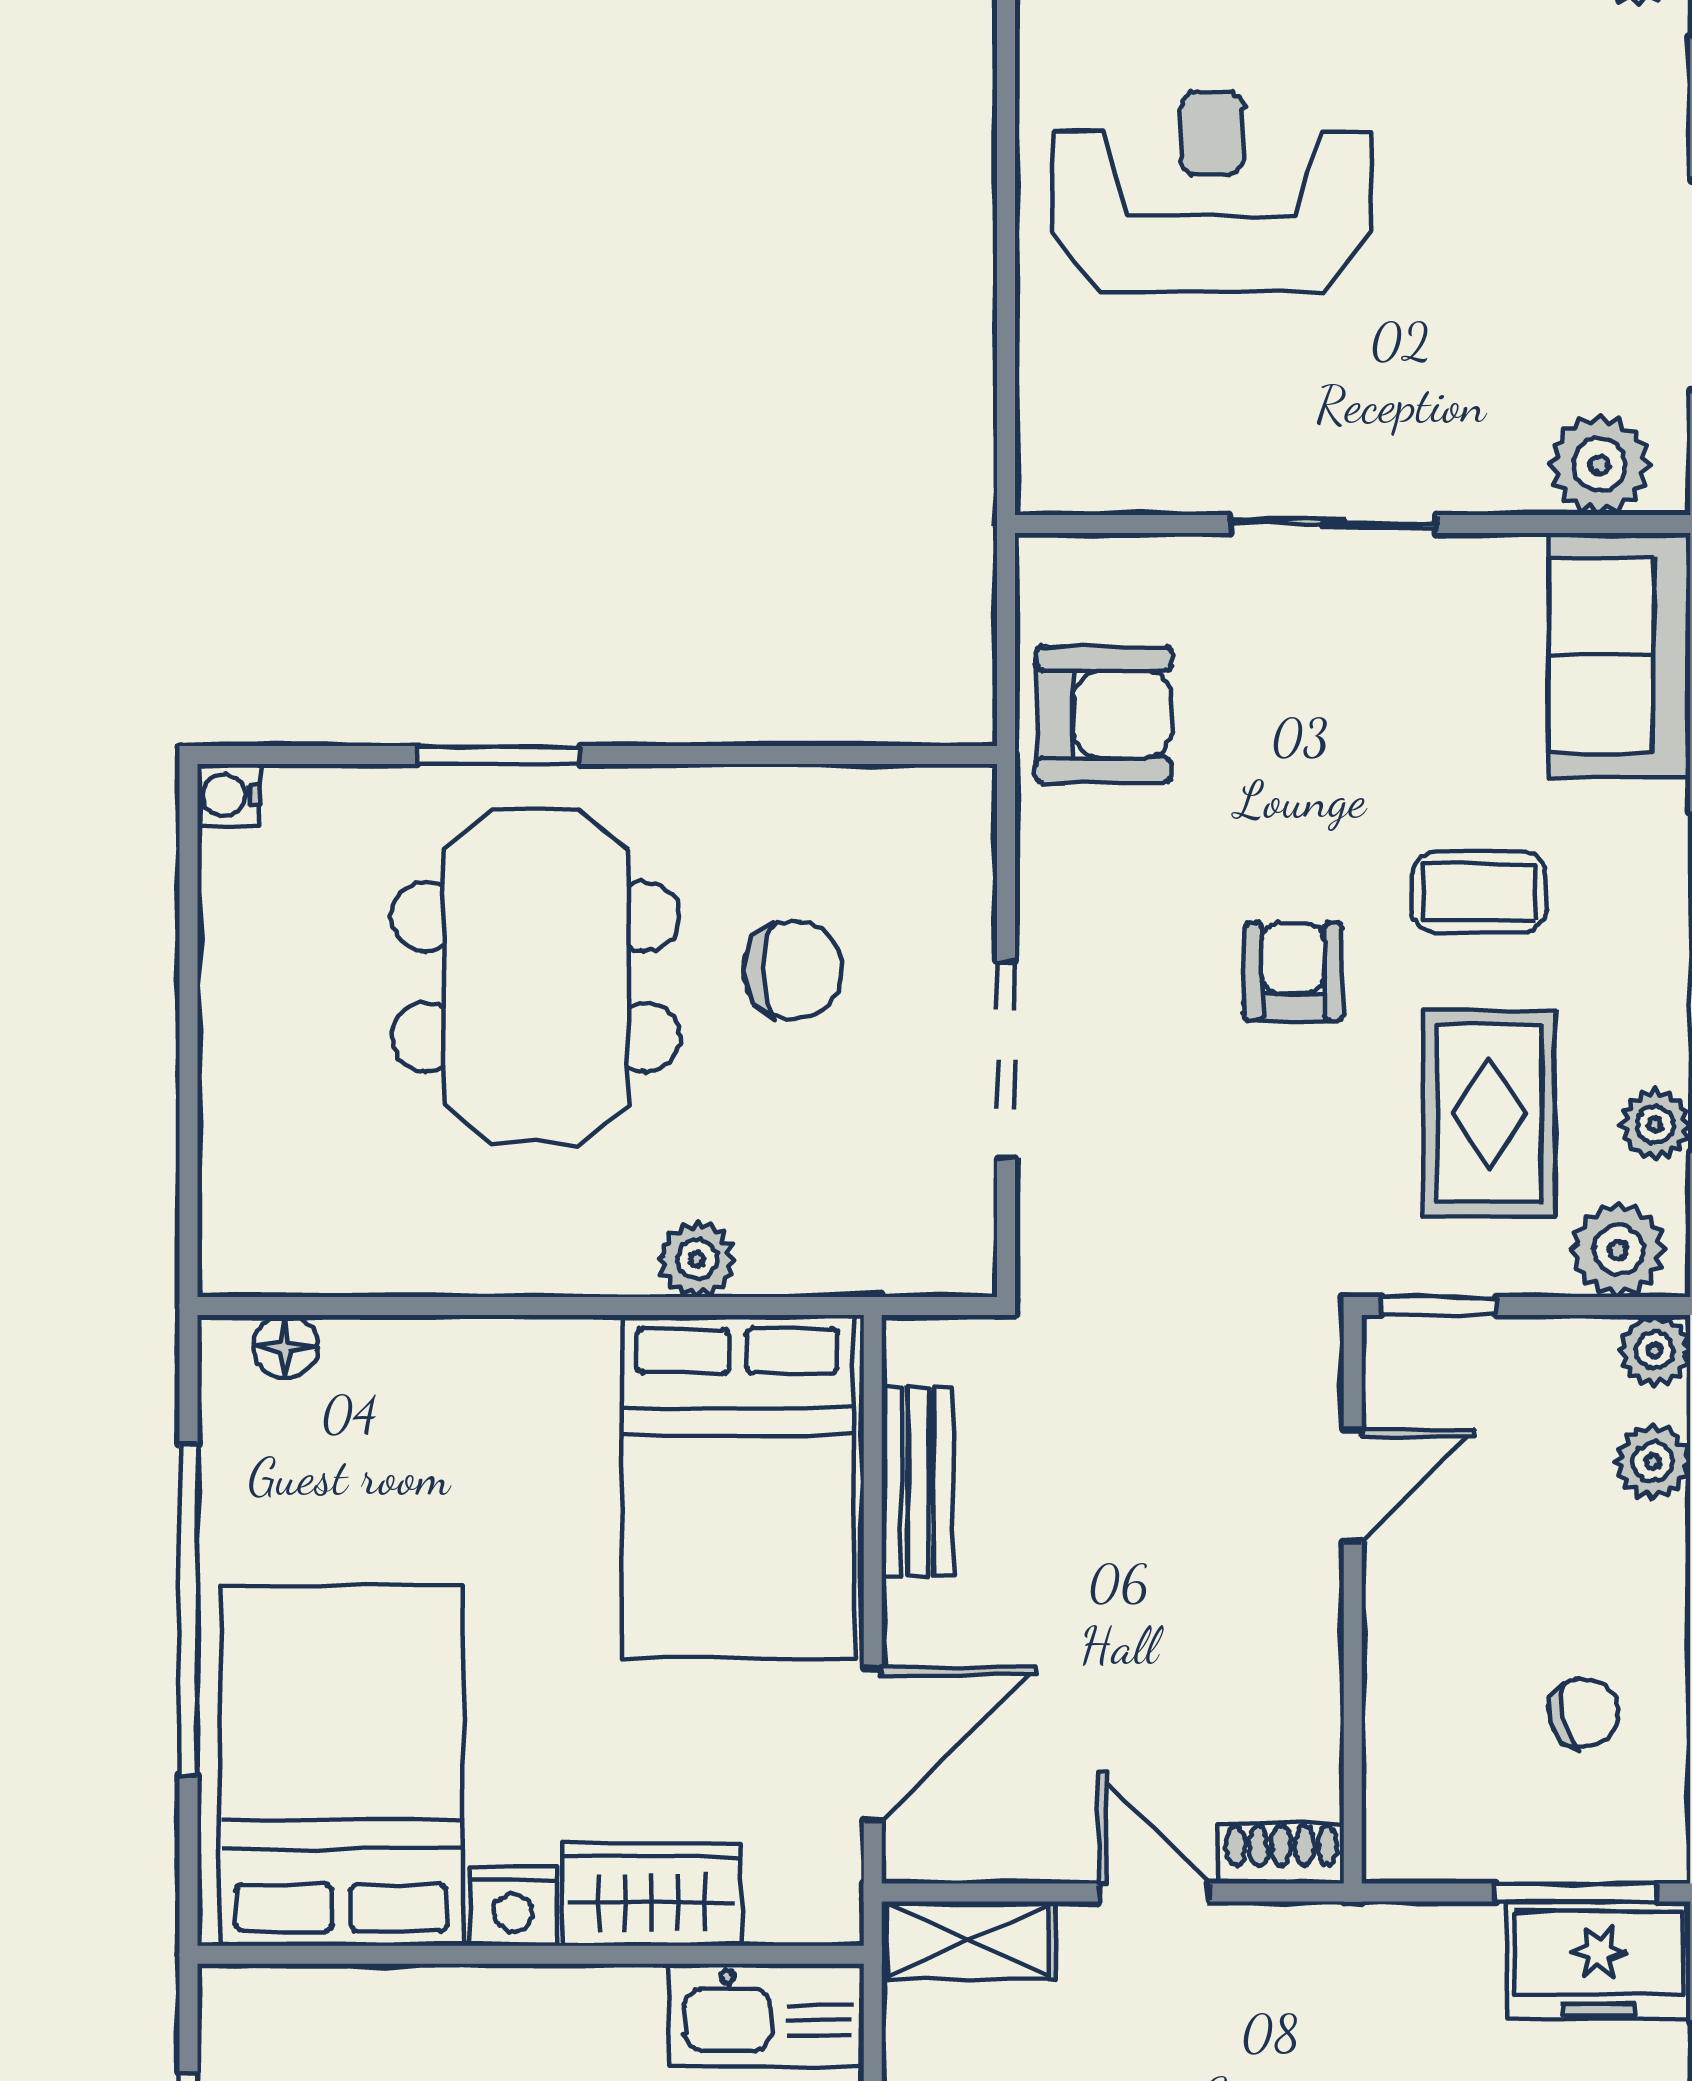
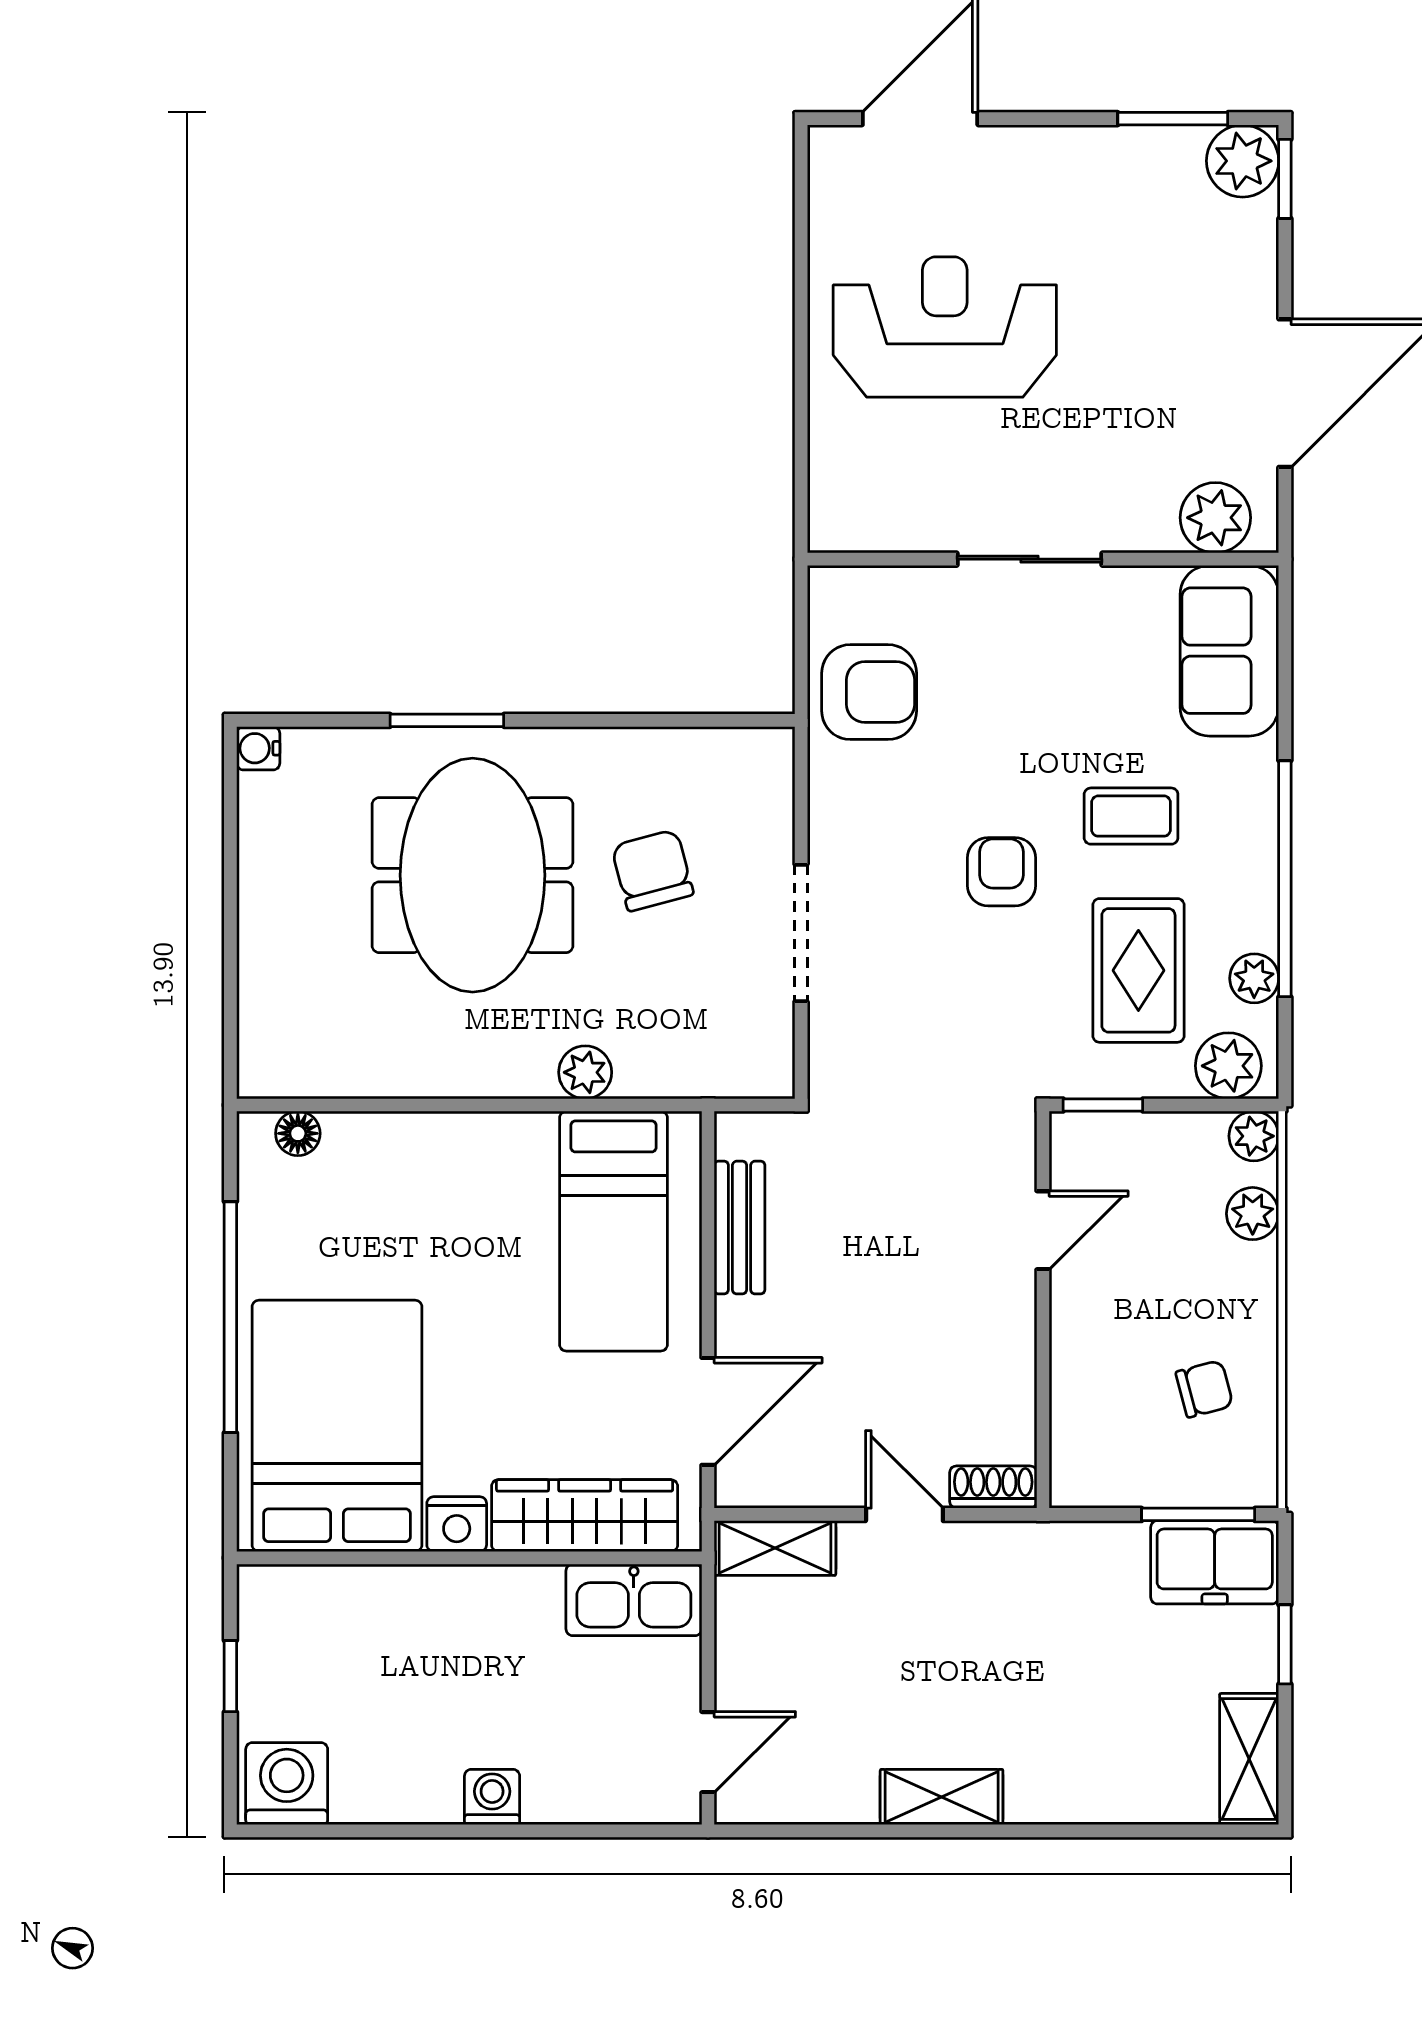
chair: (793, 970) -> (652, 870), turned -105
bed: (737, 1487) -> (613, 1231), width x0.67
wardrobe: (652, 1894) -> (585, 1516), width x1.50

